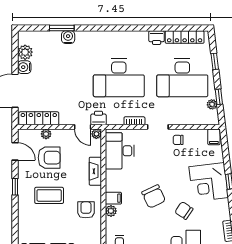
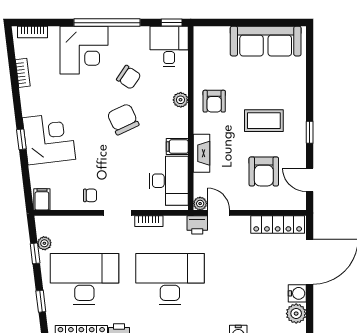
plant: (46, 134) -> (268, 203), removed
armchair: (49, 158) -> (264, 171), turned -90
filing cabinet: (113, 198) -> (177, 147), moved
chair: (184, 211) -> (129, 77), moved

